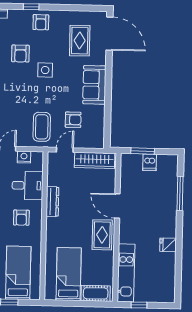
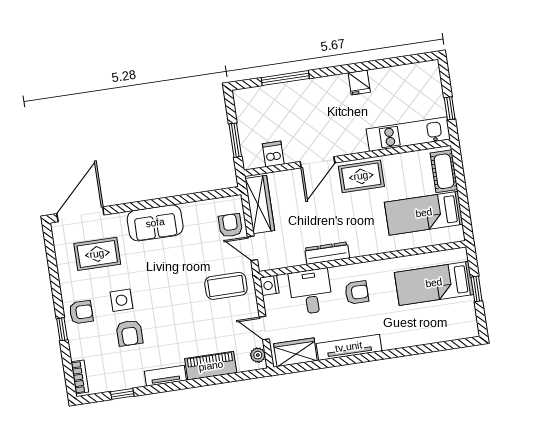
armchair: (20, 54) -> (129, 333), turned 90
side table: (45, 70) -> (122, 300), moved
armchair: (73, 120) -> (230, 225), moved
nightstand: (24, 157) -> (269, 285), moved
dishwasher: (150, 162) -> (273, 154), moved, turned -90

